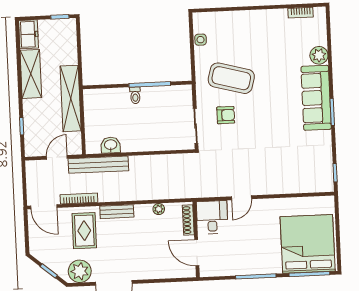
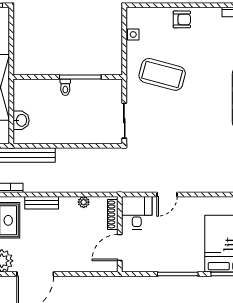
armchair: (226, 115) -> (182, 19), moved
washbasin: (111, 145) -> (21, 120), moved, turned 90
door: (197, 253) -> (120, 248), hinge flipped

